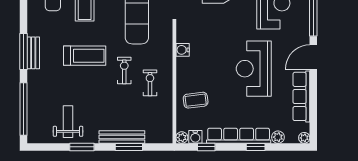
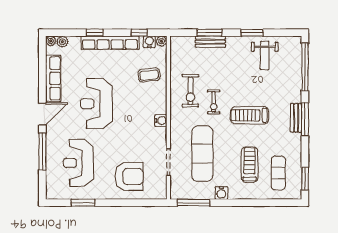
reception desk: (254, 69) -> (96, 104), turned 180
exercise bike: (150, 83) -> (190, 91), width x1.38, depth x1.39
bench: (122, 137) -> (210, 42), width x0.73
plant: (278, 137) -> (62, 42), moved

